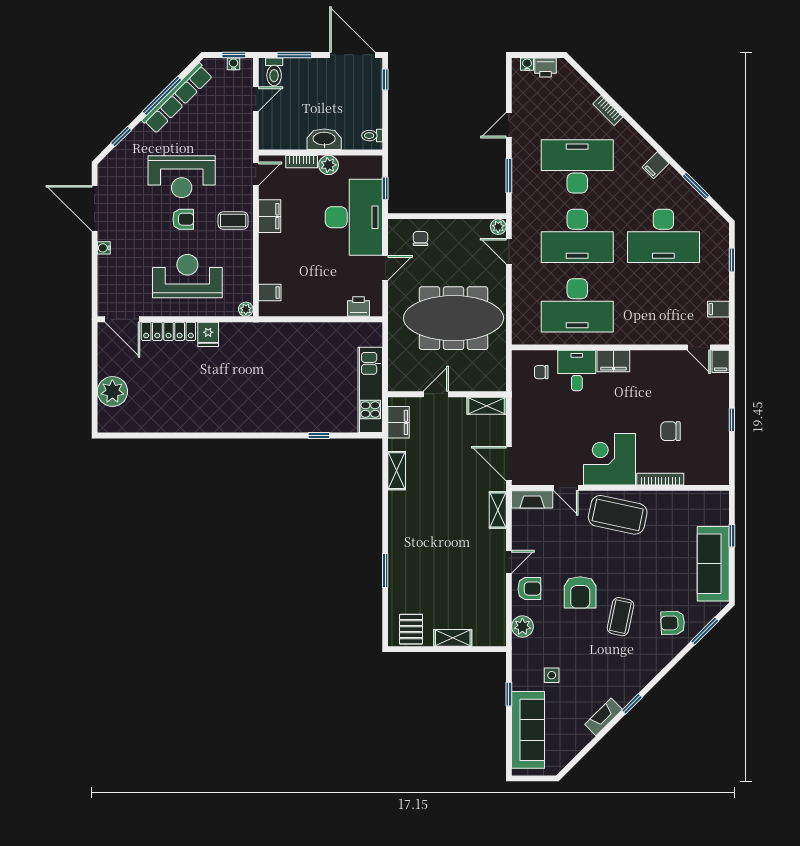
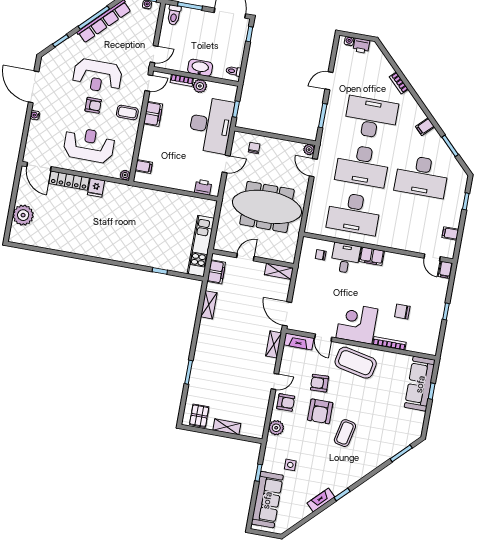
door: (256, 99) -> (154, 54), moved
sofa: (713, 564) -> (420, 384), moved
armchair: (673, 623) -> (320, 383), moved

